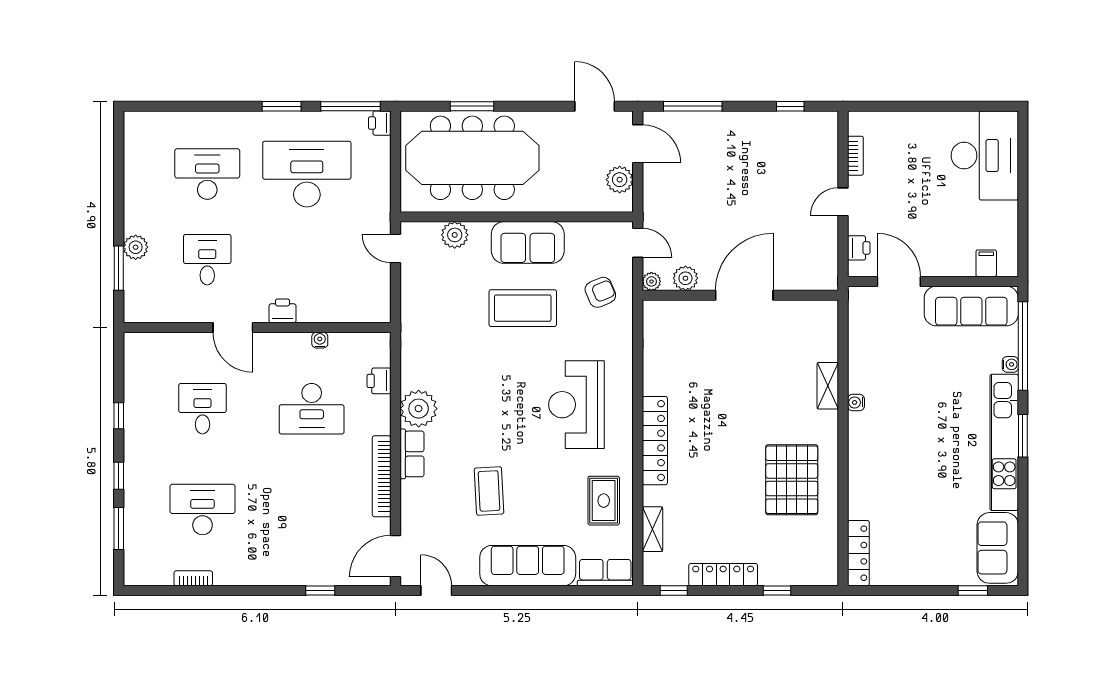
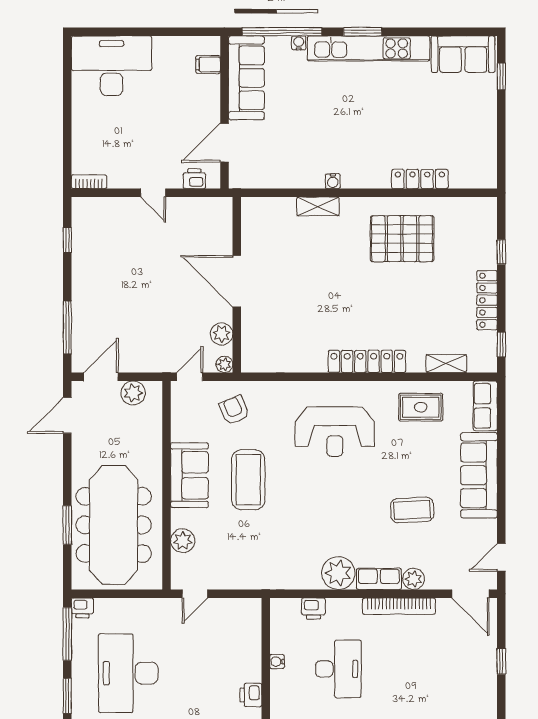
bookcase: (855, 156) -> (89, 182), moved
plant: (412, 493) -> (414, 579), added
locker: (858, 553) -> (420, 179), moved

